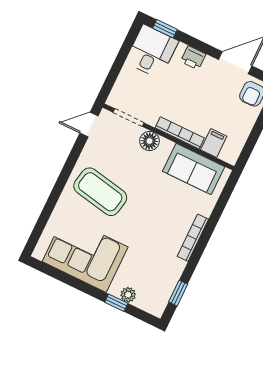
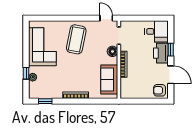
window: (165, 29) -> (171, 50), moved
printer: (193, 58) -> (161, 53), width x1.87, depth x1.48
filing cabinet: (214, 143) -> (127, 83), removed

